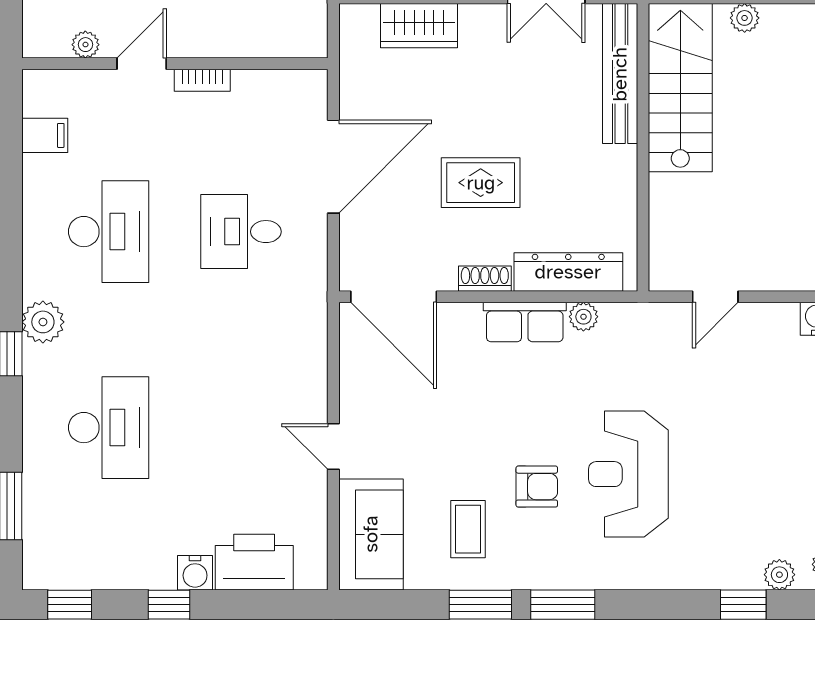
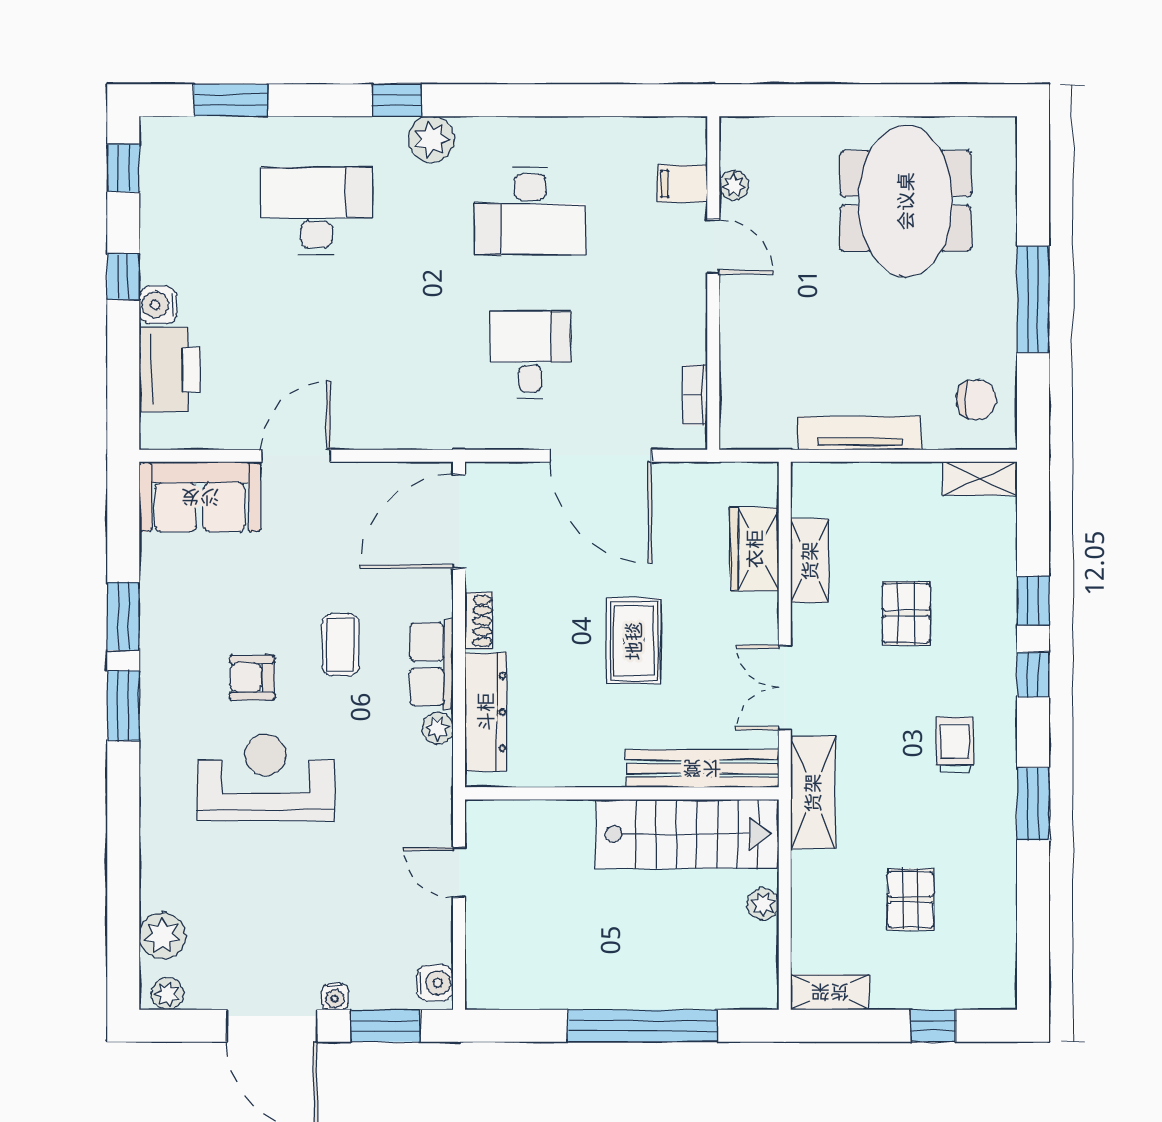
bookcase: (202, 80) -> (695, 395), moved
filing cabinet: (45, 135) -> (682, 184), moved, turned 90
rug: (481, 183) -> (634, 641), moved
desk: (109, 428) -> (316, 211), turned 180
door: (333, 446) -> (296, 456), width x1.38
armchair: (537, 487) -> (252, 678), turned 90
coffee table: (468, 529) -> (341, 645), moved, turned 90
plant: (779, 575) -> (162, 936), width x1.38, depth x1.38
window: (743, 605) -> (123, 903), removed

